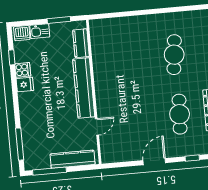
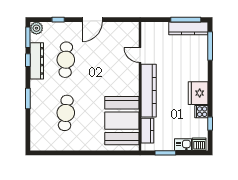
booth: (111, 52) -> (122, 121), added
fridge: (25, 85) -> (198, 93), width x1.88, depth x1.34
door: (97, 127) -> (140, 55), hinge flipped
kitchen counter: (73, 159) -> (188, 28), moved

